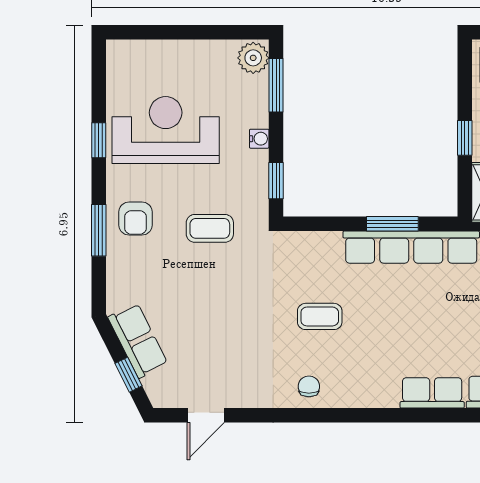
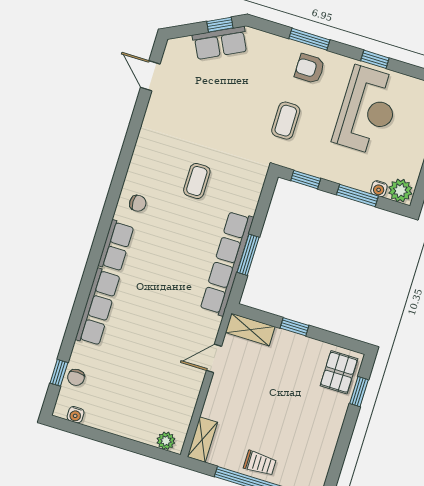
window: (276, 85) -> (357, 195), moved
water cooler: (259, 139) -> (379, 189), moved
window: (128, 375) -> (220, 25), moved
chair: (309, 386) -> (138, 203), moved

